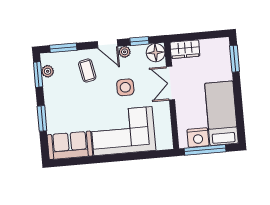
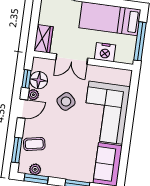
floor lamp: (156, 53) -> (39, 80), moved
coffee table: (87, 71) -> (34, 144), moved
side table: (125, 87) -> (66, 101), turned 45
nightstand: (198, 138) -> (105, 52), moved, turned 90

